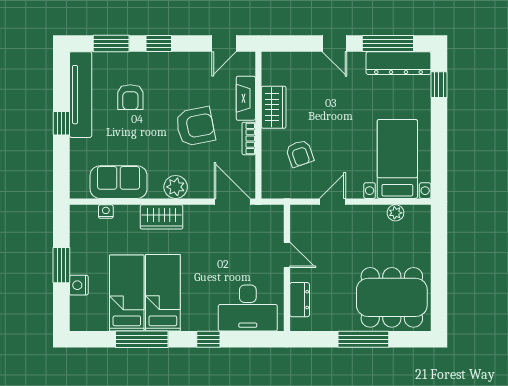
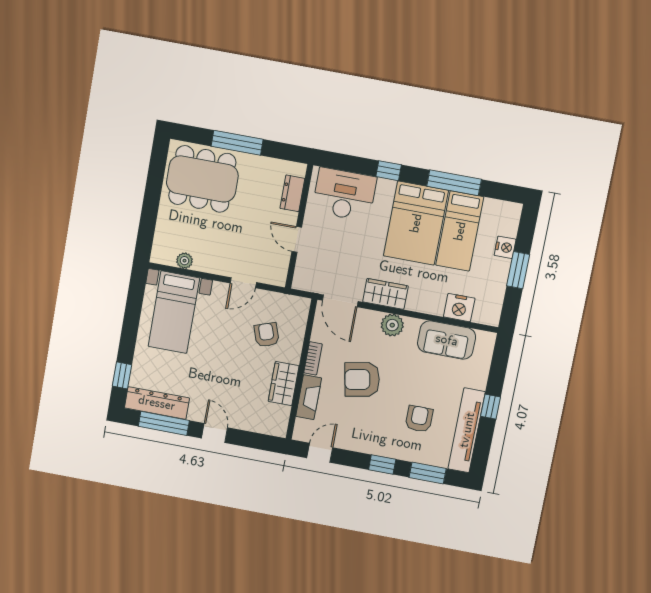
nightstand: (106, 212) -> (459, 308), width x1.89, depth x1.79
wardrobe: (162, 217) -> (385, 294), moved
bed: (163, 293) -> (416, 223), width x1.50

